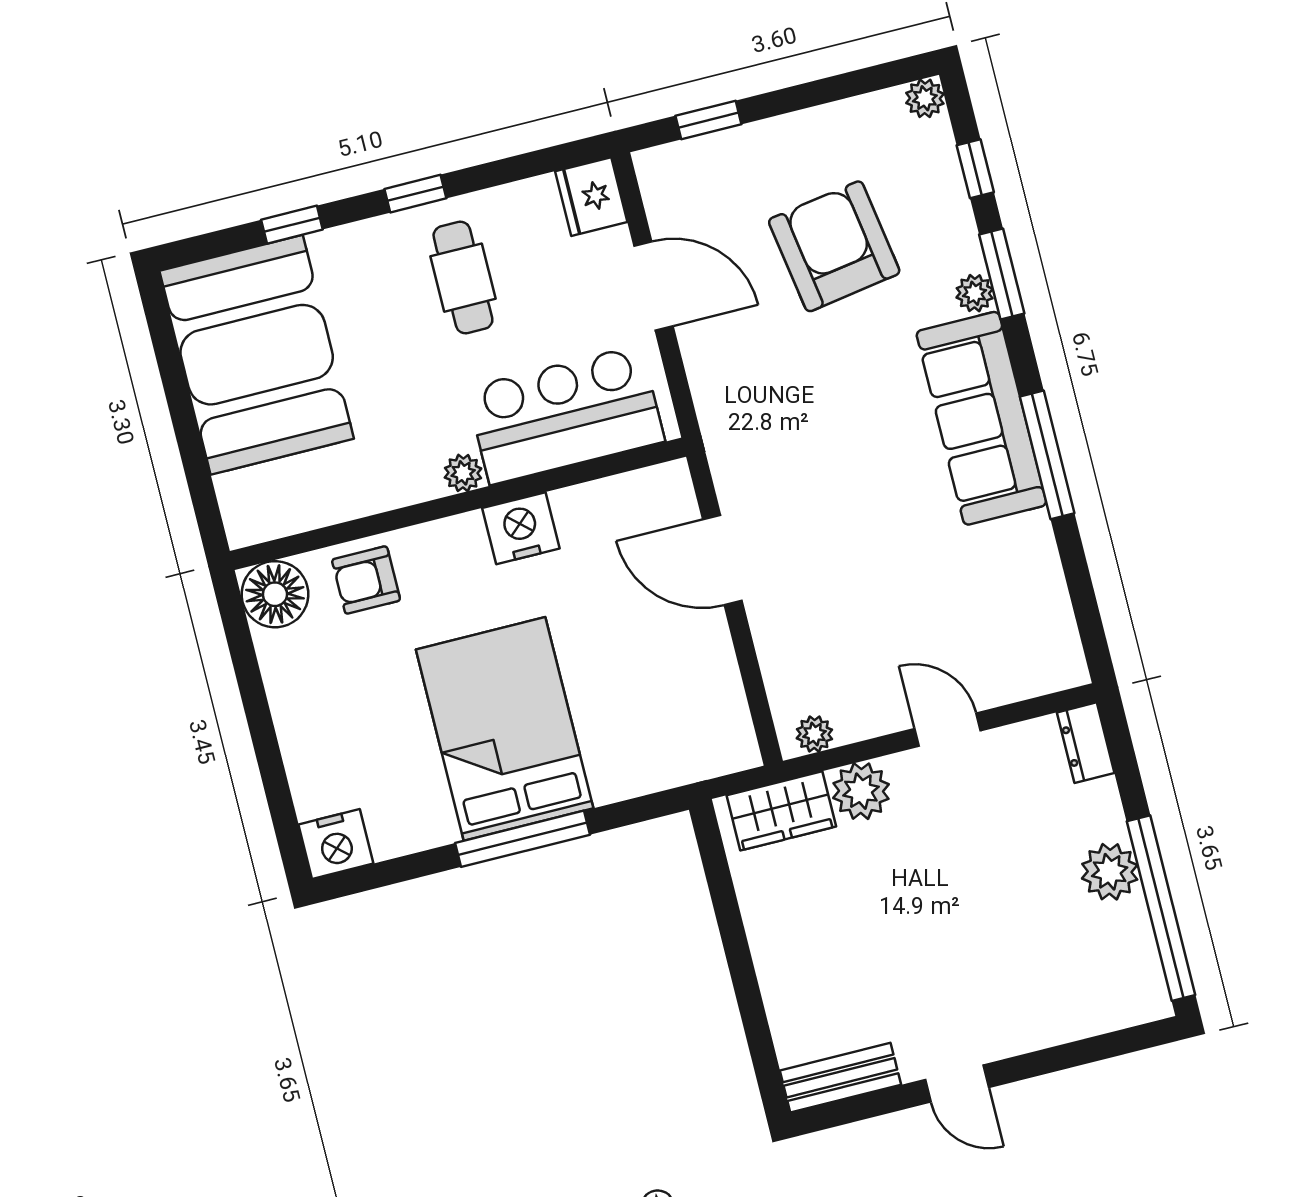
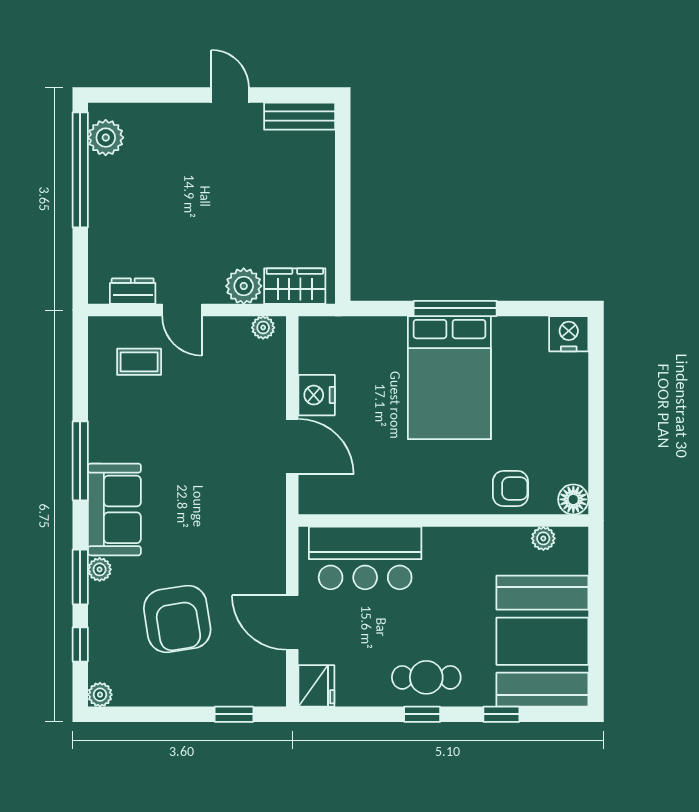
cafe table: (463, 278) -> (426, 677), moved, turned 90
sofa: (981, 418) -> (114, 509), width x0.73
plant: (463, 473) -> (543, 538), moved
nightstand: (521, 528) -> (317, 395), moved, turned 90
floor lamp: (275, 594) -> (573, 499), width x0.73, depth x0.73
coffee table: (994, 632) -> (139, 362), added
dresser: (1086, 743) -> (133, 291), moved, turned -90
plant: (1110, 872) -> (106, 138), moved

